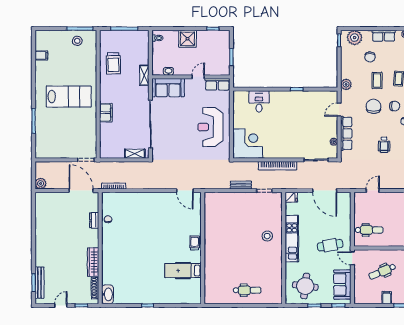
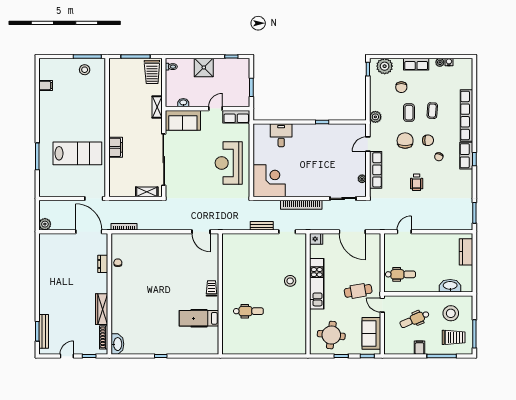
trolley: (113, 63) -> (152, 72), moved
lab bench: (69, 97) -> (77, 153), moved
dental chair: (247, 290) -> (248, 311), moved

